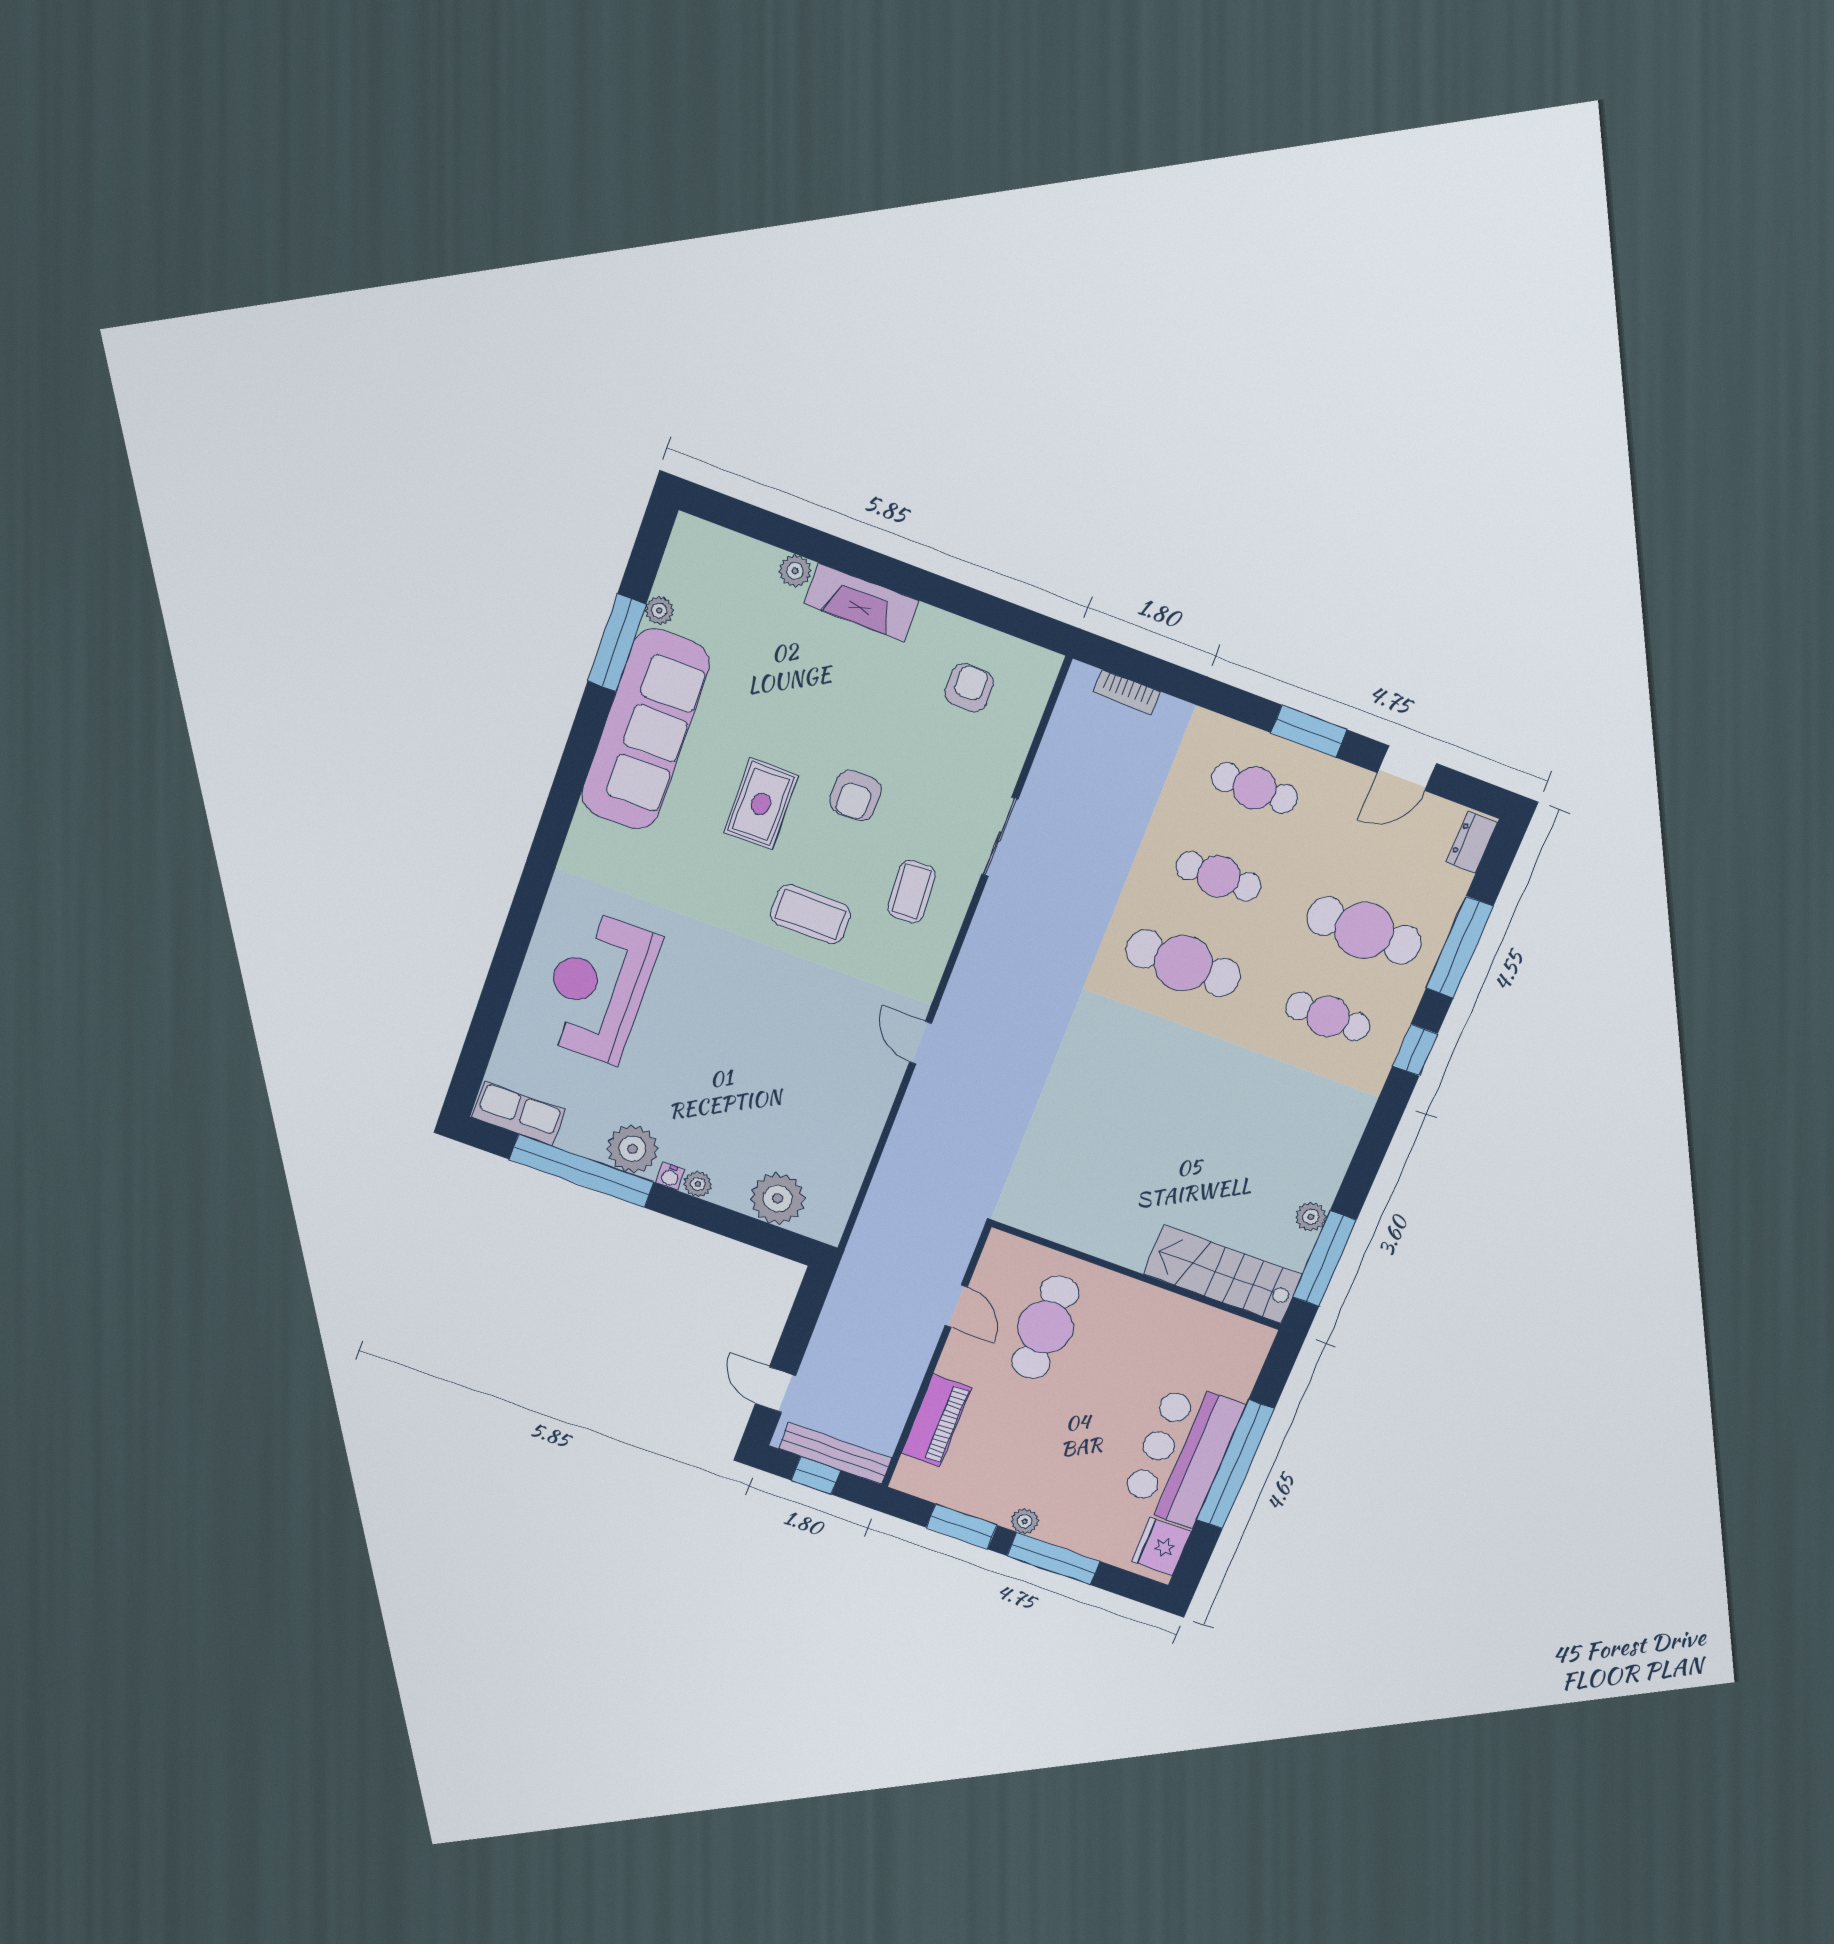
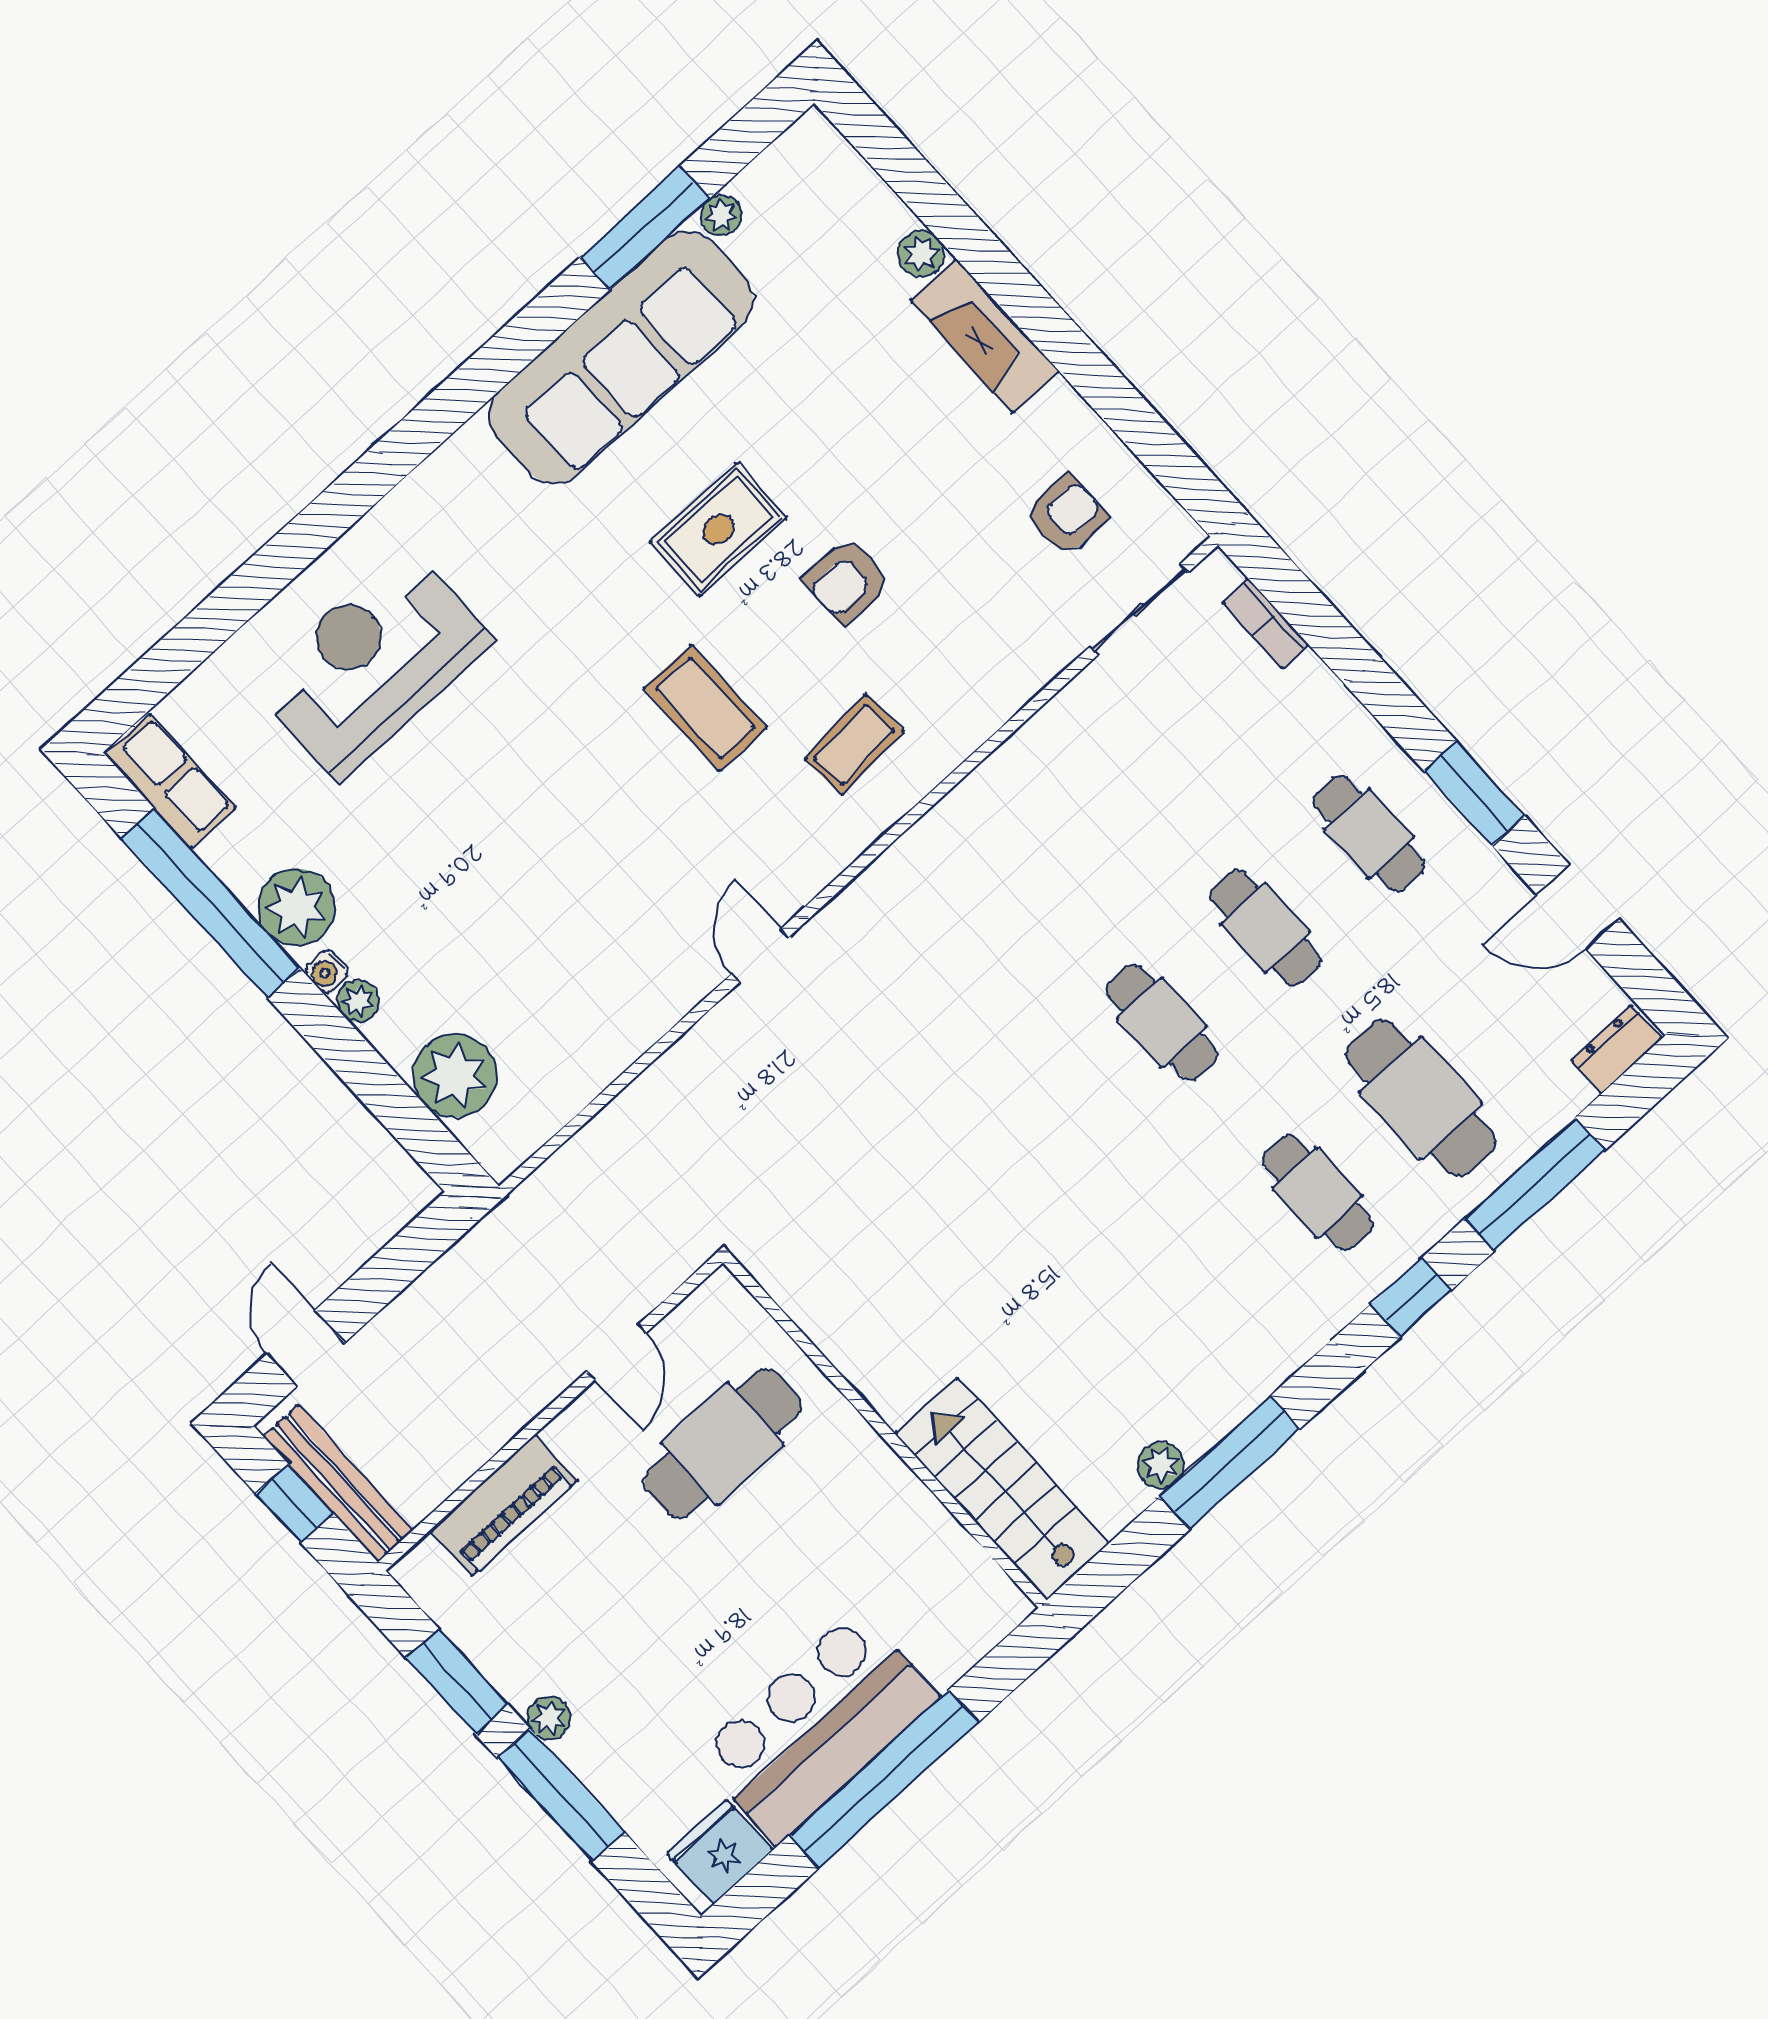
sliding door: (1000, 837) -> (1139, 610), moved
cafe table: (1183, 963) -> (1162, 1022), width x0.73, depth x0.74
window: (1325, 1259) -> (1230, 1463), moved

